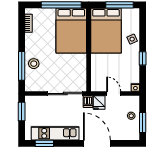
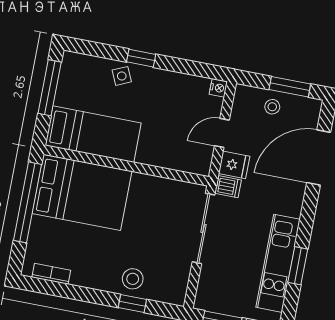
bed: (106, 31) -> (93, 134), width x0.67
window: (143, 58) -> (141, 58), moved
window: (22, 66) -> (132, 304), width x0.46
window: (44, 143) -> (298, 266), moved
door: (97, 143) -> (319, 158), moved

